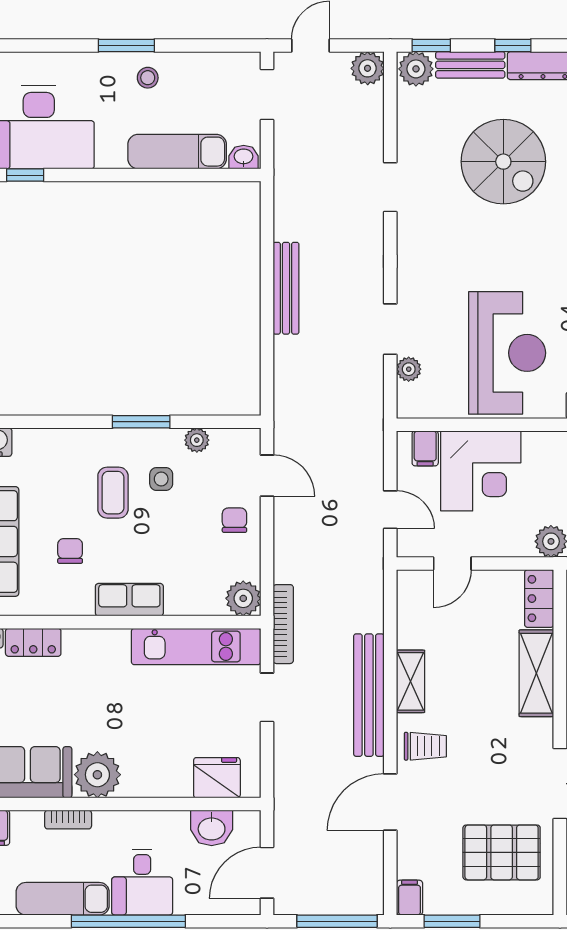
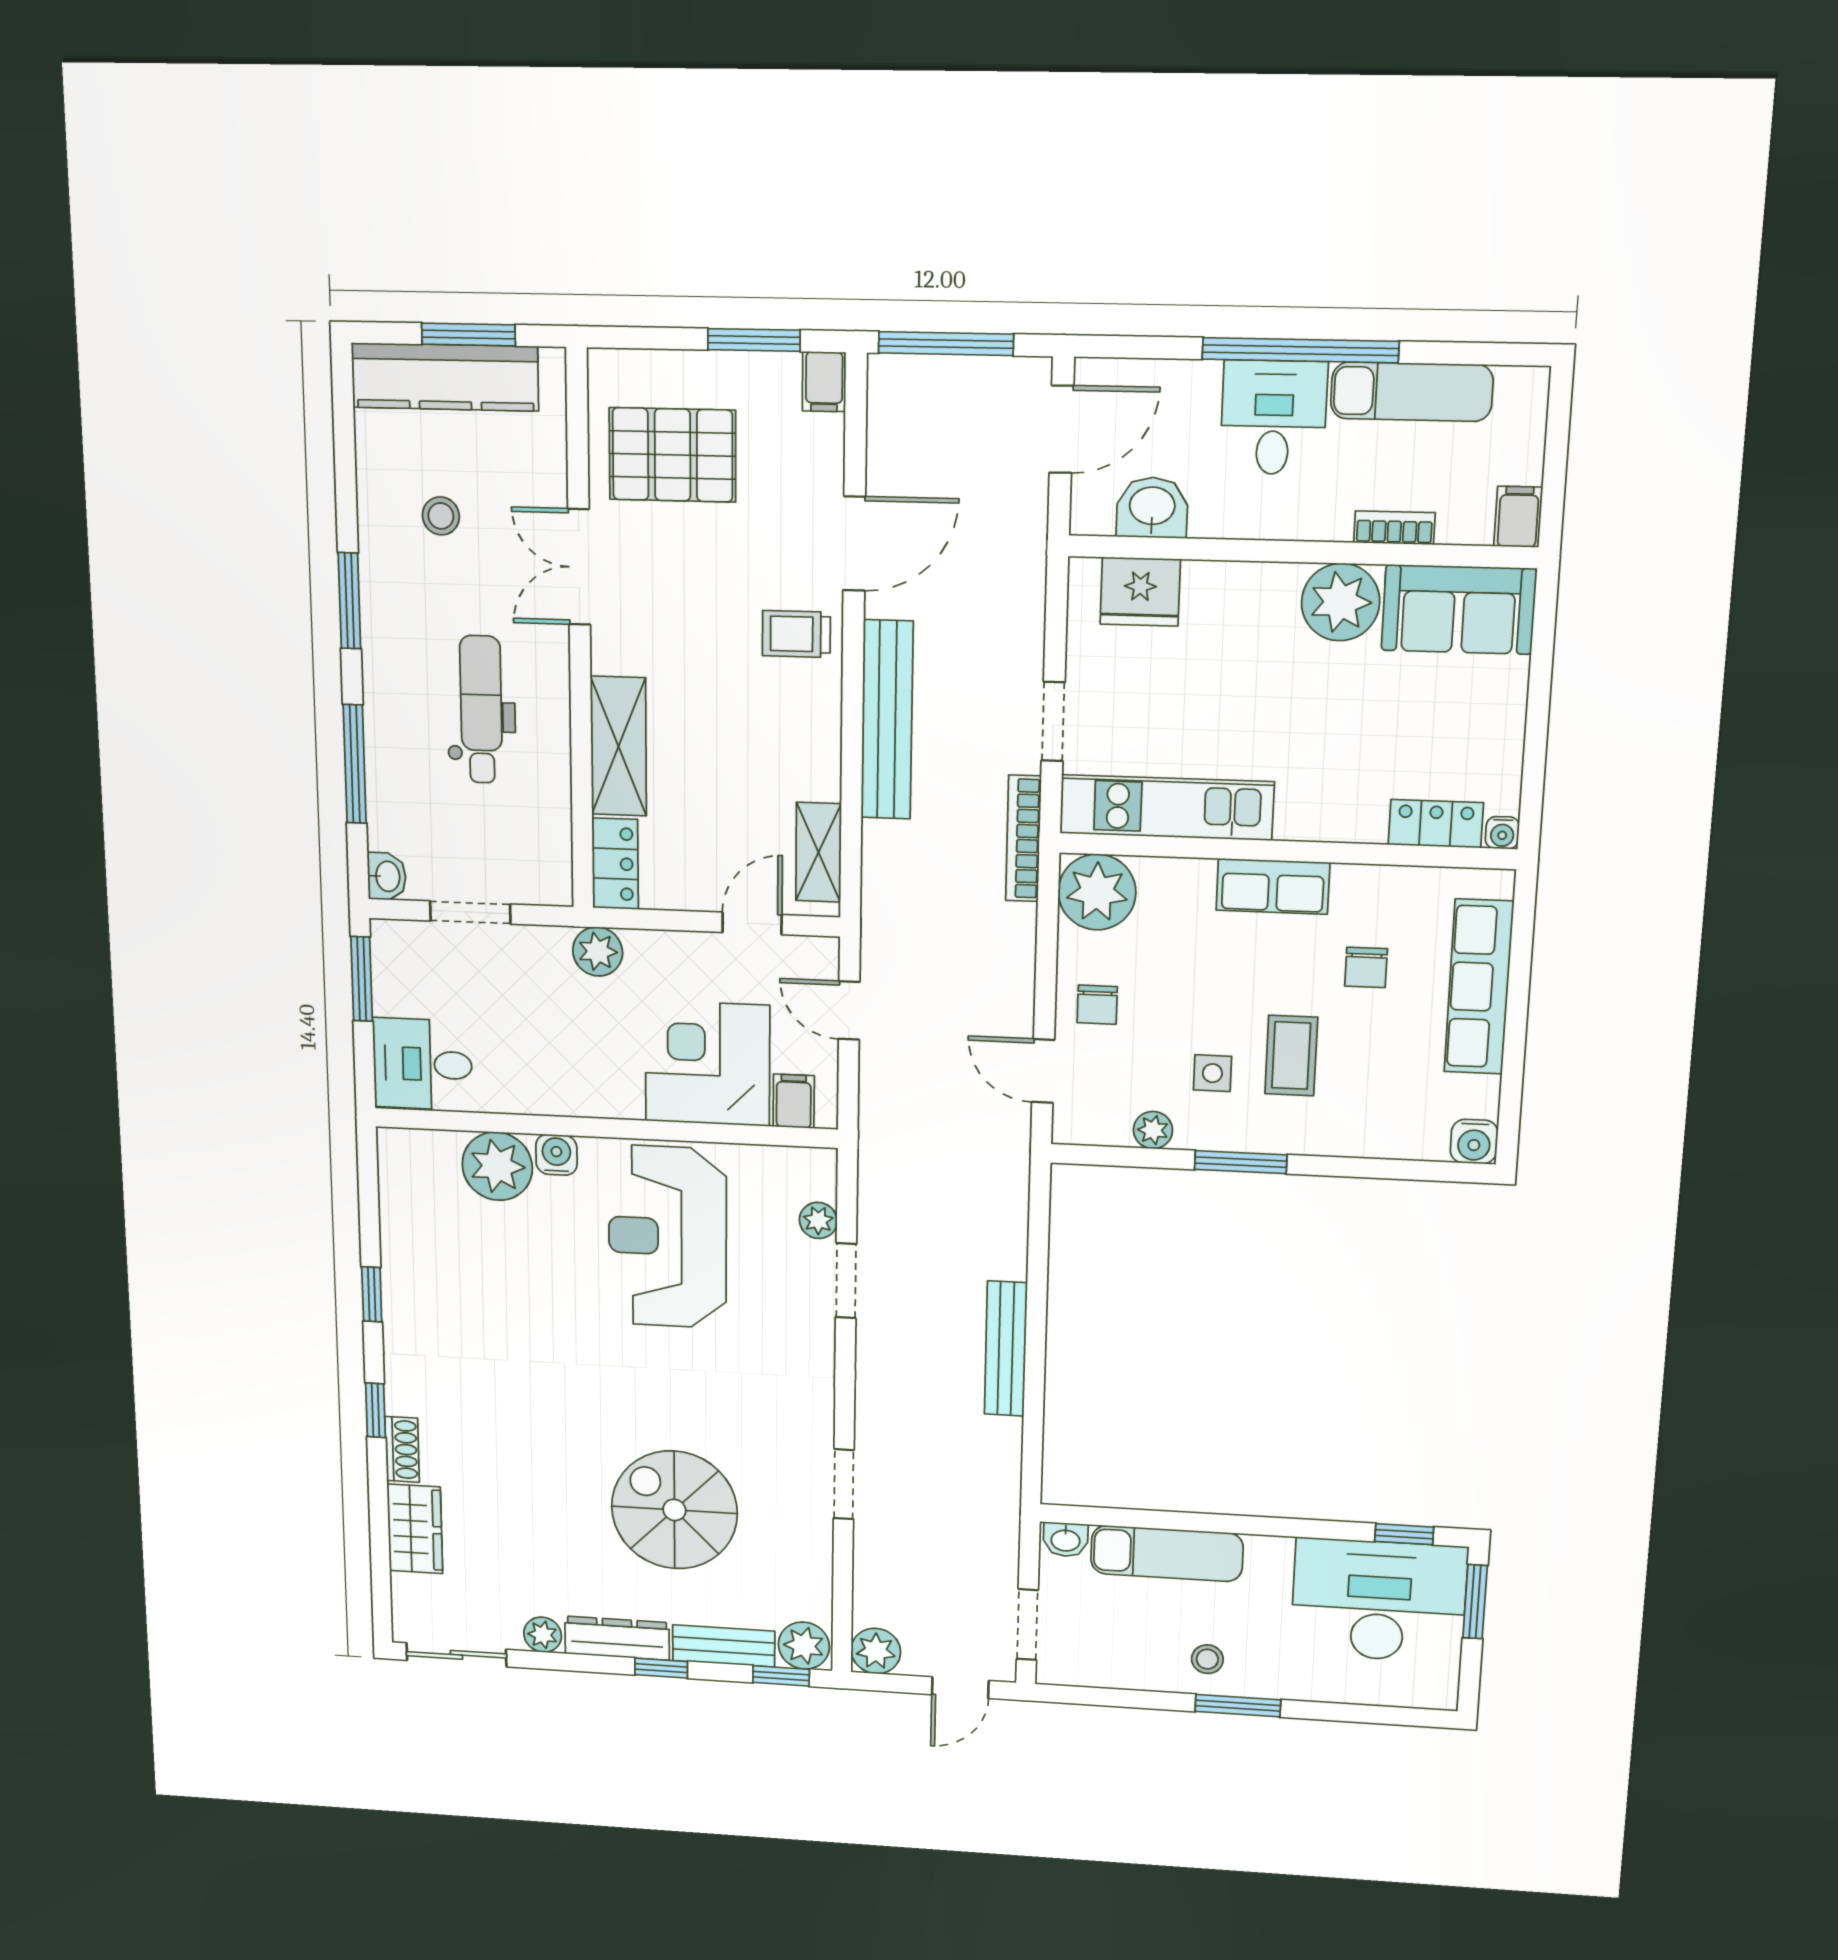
plant: (243, 598) -> (1097, 892), width x1.36, depth x1.36
shelving: (411, 681) -> (819, 852), moved

